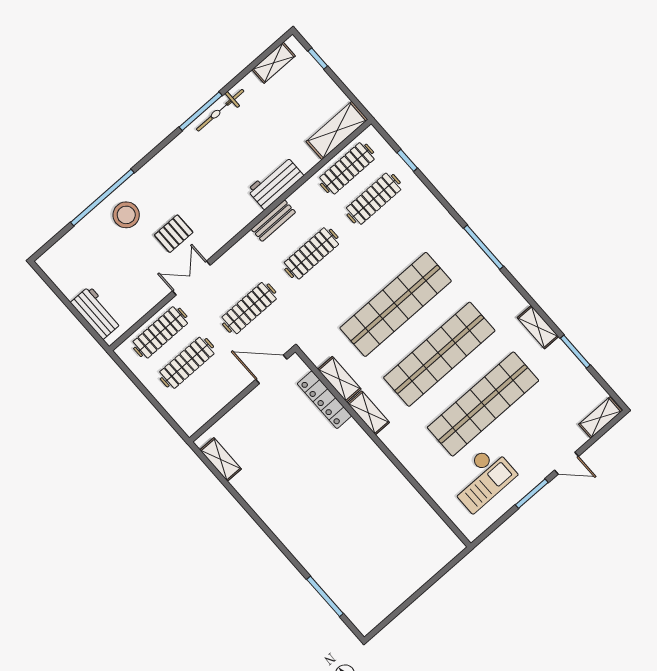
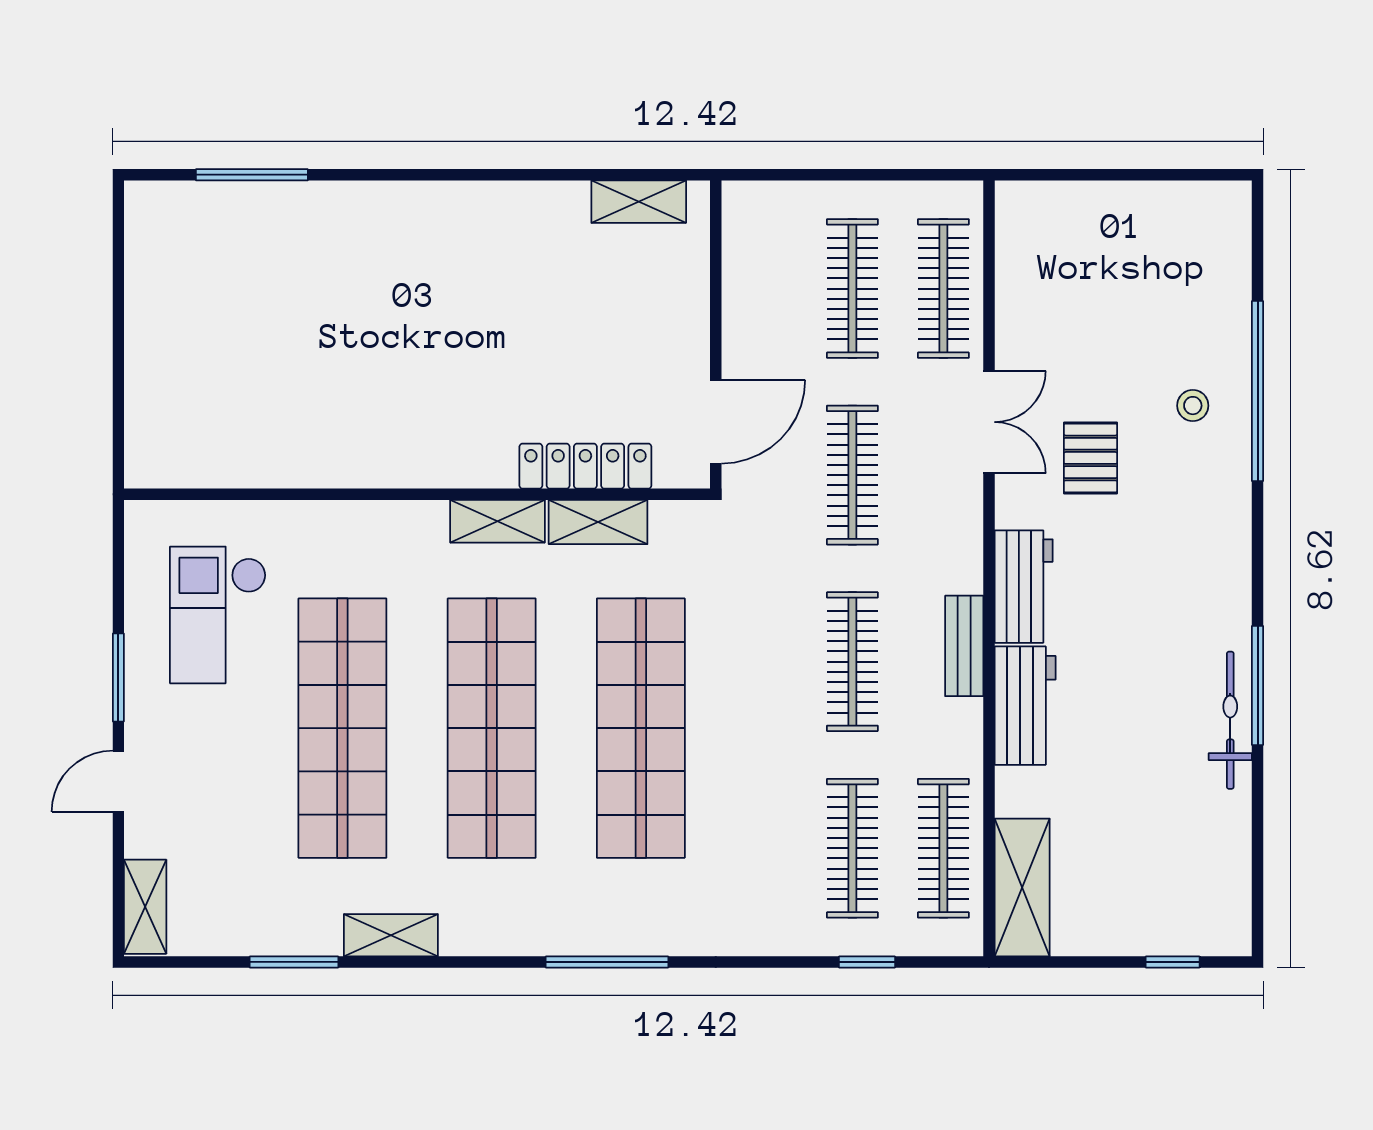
shelving: (274, 63) -> (1231, 881), removed
stool: (126, 215) -> (1193, 406), width x0.53, depth x0.53
workbench: (96, 313) -> (1024, 587), moved, turned -90

